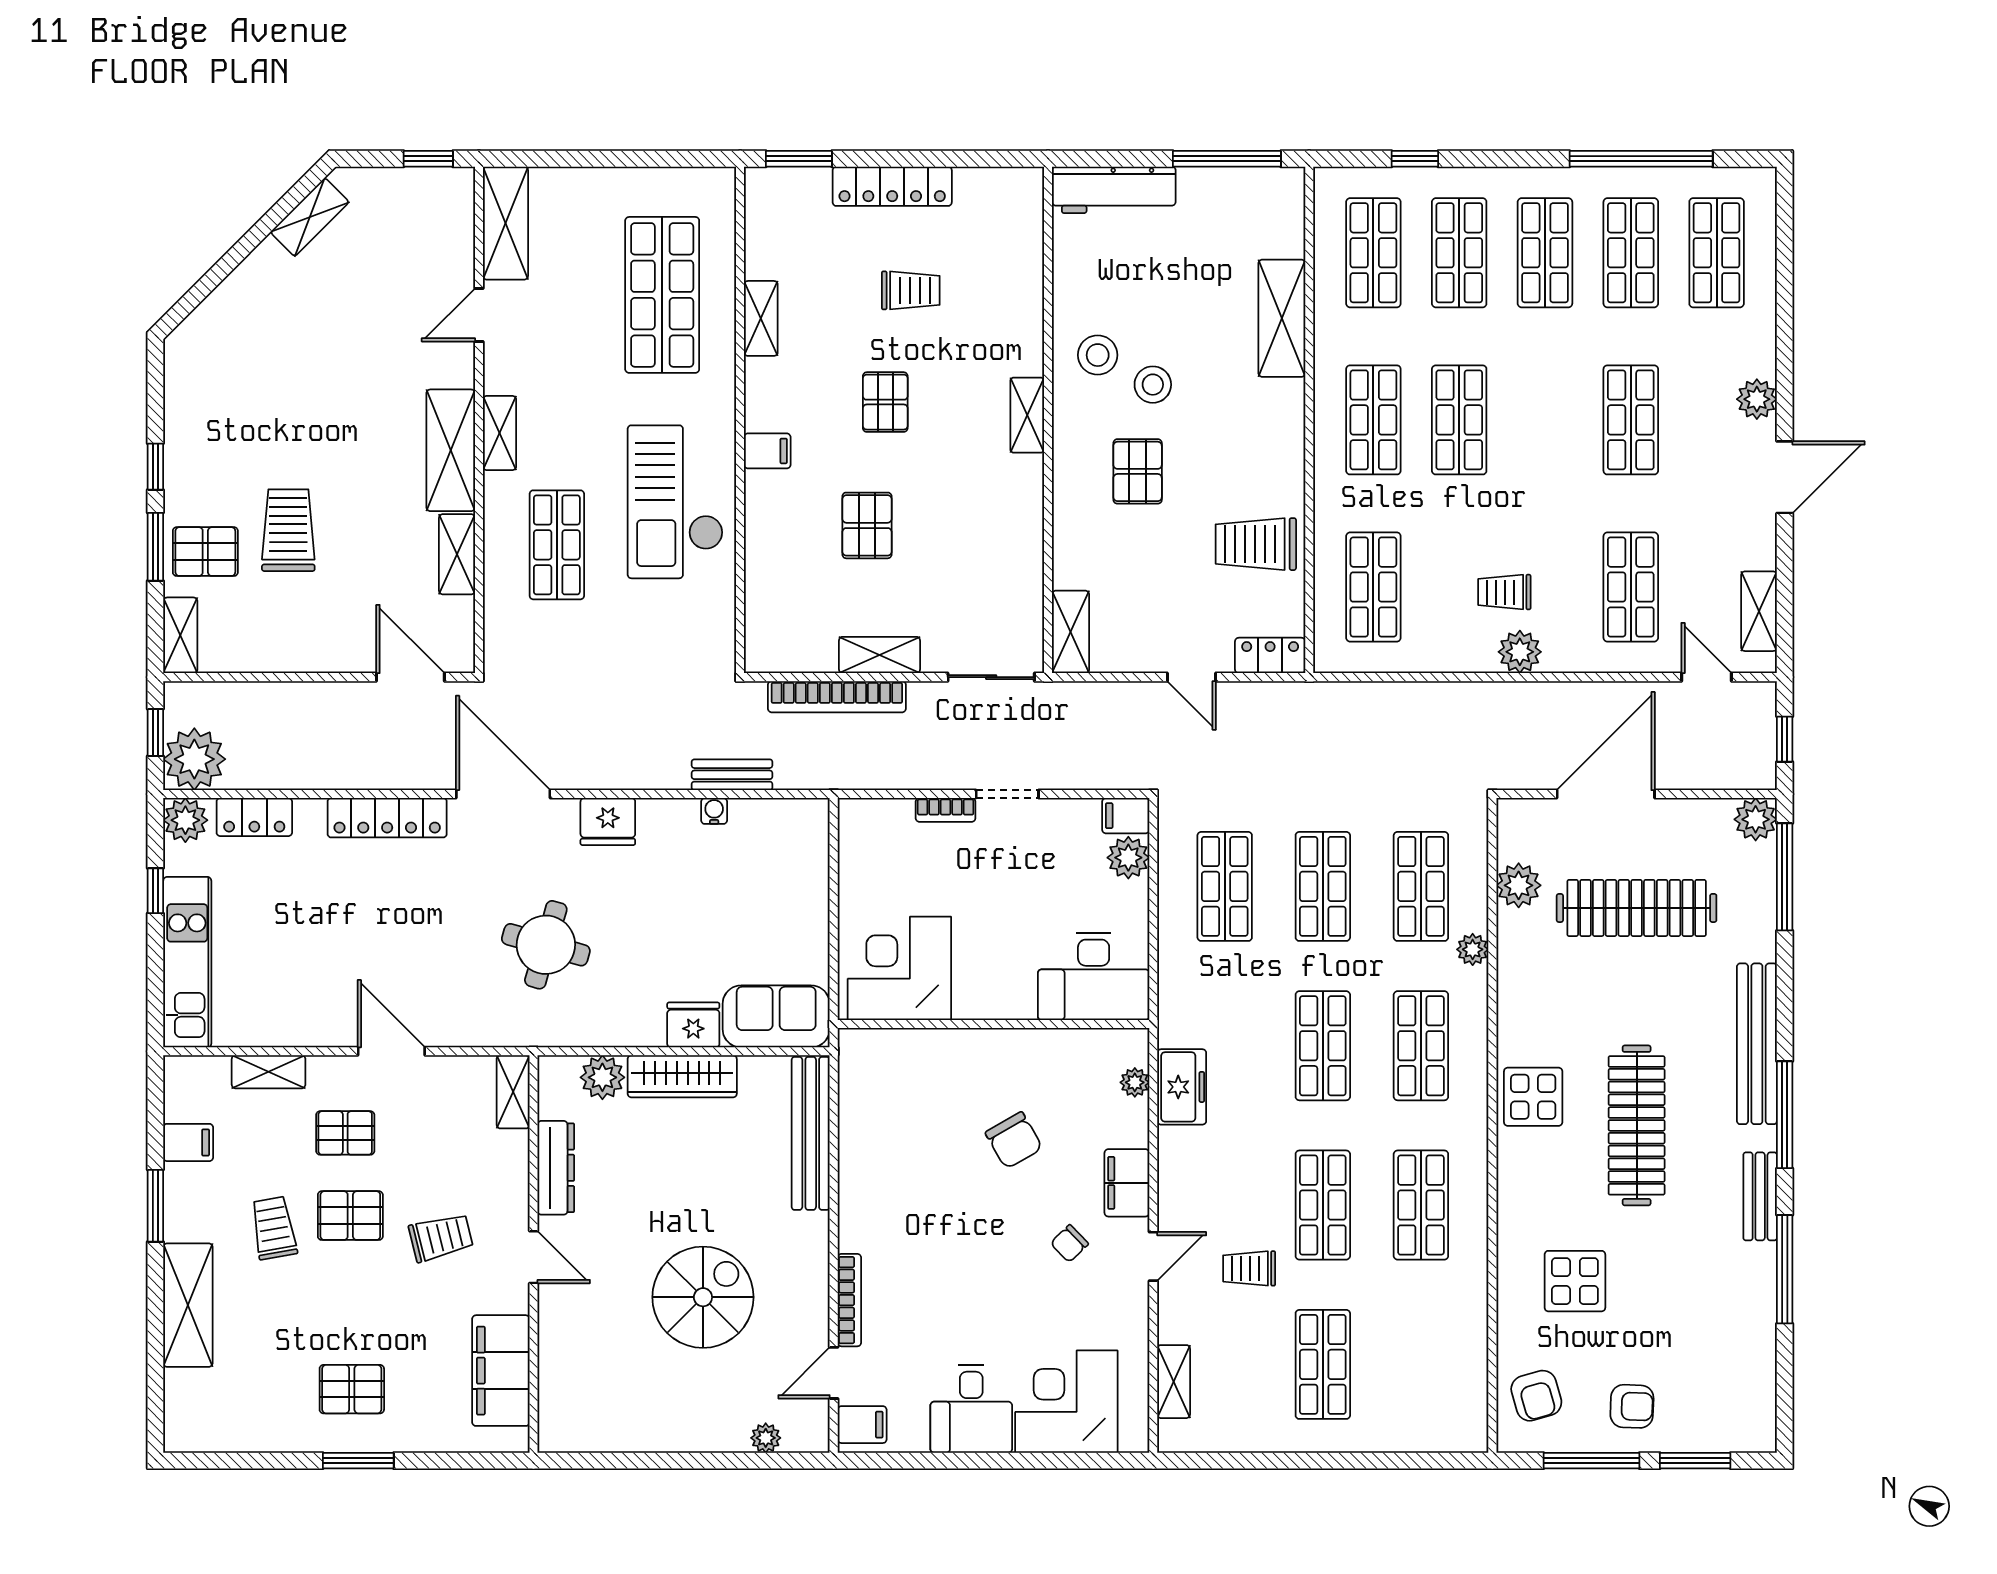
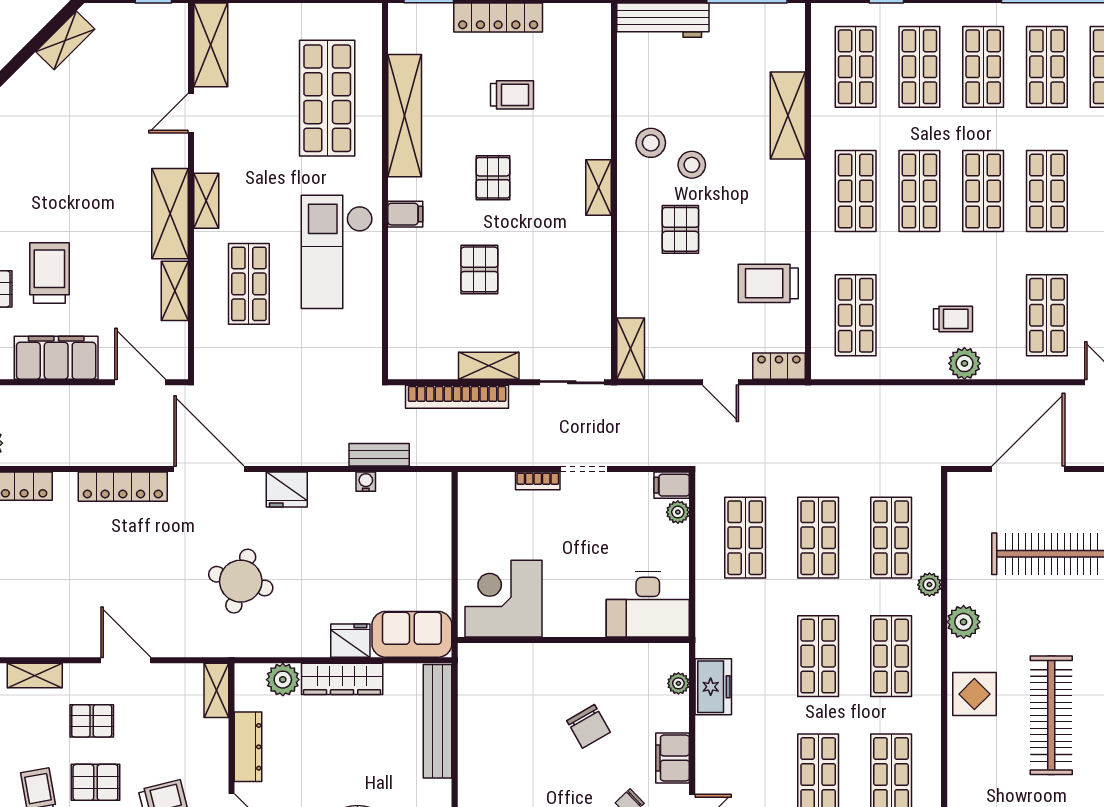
shelving: (761, 318) -> (405, 116), width x2.20, depth x1.33
shop shelf: (1545, 420) -> (983, 191), added
trolley: (1504, 592) -> (953, 319), turned 180
filing cabinet: (297, 644) -> (56, 358), added
plant: (1128, 858) -> (678, 512), width x0.73, depth x0.73
plant: (1519, 885) -> (964, 622), moved

